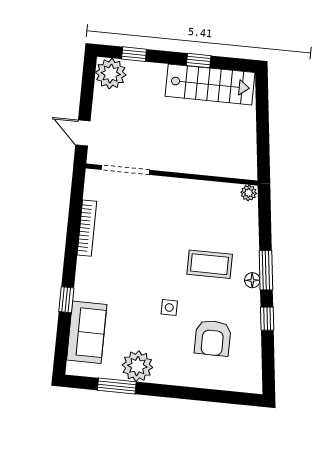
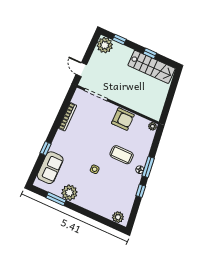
armchair: (213, 338) -> (123, 119), moved, turned -90
plant: (242, 381) -> (118, 217), added

